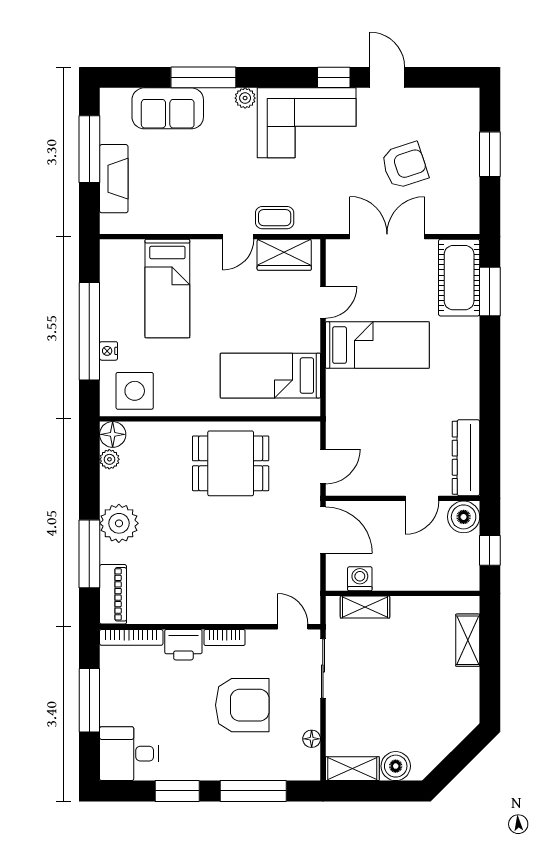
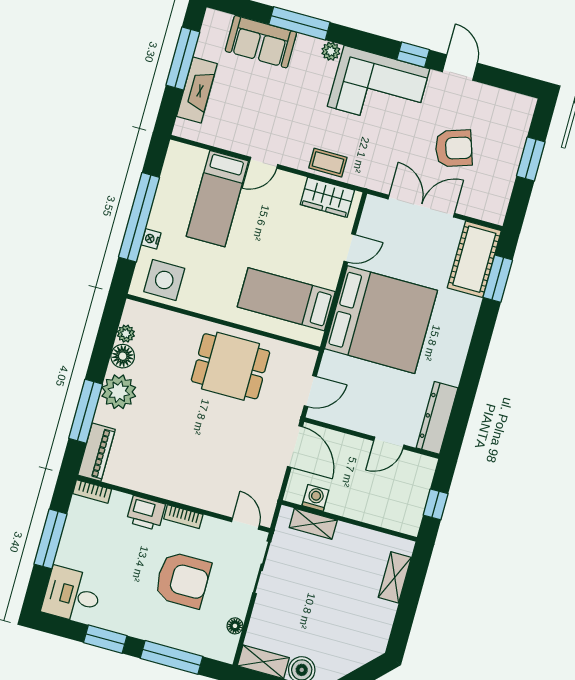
door: (238, 237) -> (264, 163), moved
bed: (377, 345) -> (381, 320), width x2.04
floor lamp: (113, 434) -> (123, 356), moved
boiler: (464, 517) -> (421, 469), removed
bookcase: (131, 637) -> (92, 491), width x0.64

